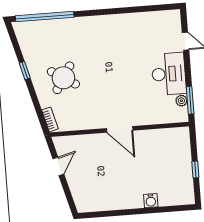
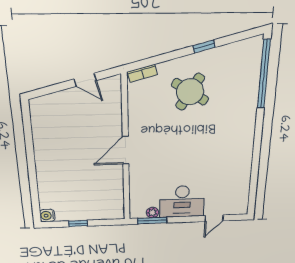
water cooler: (151, 201) -> (47, 216), moved

